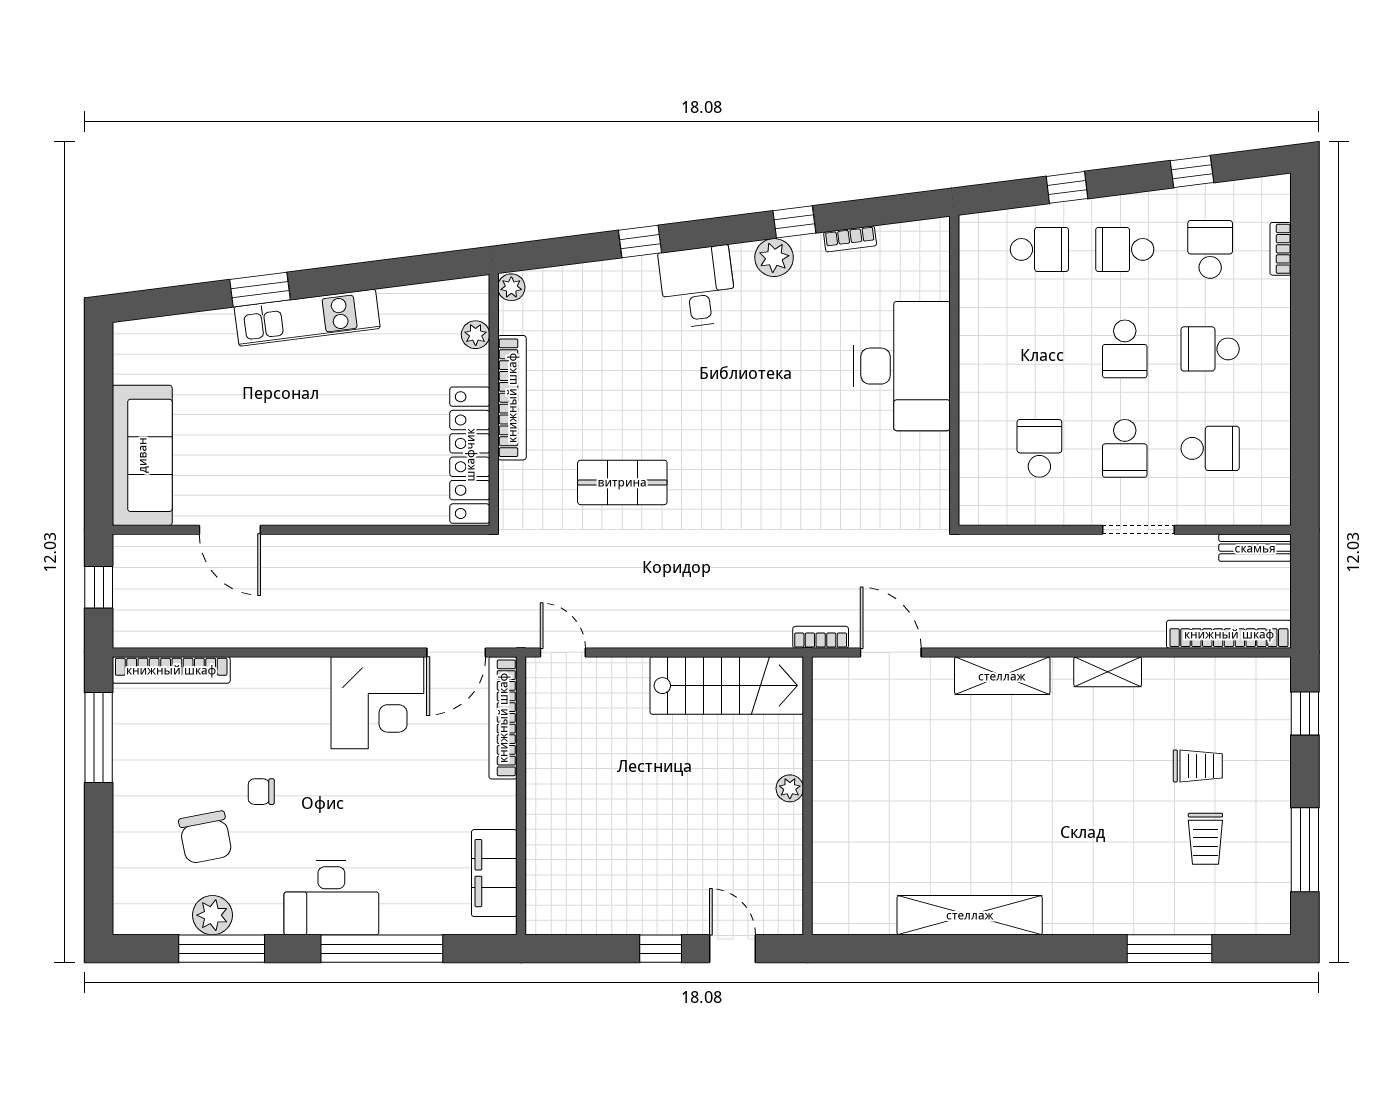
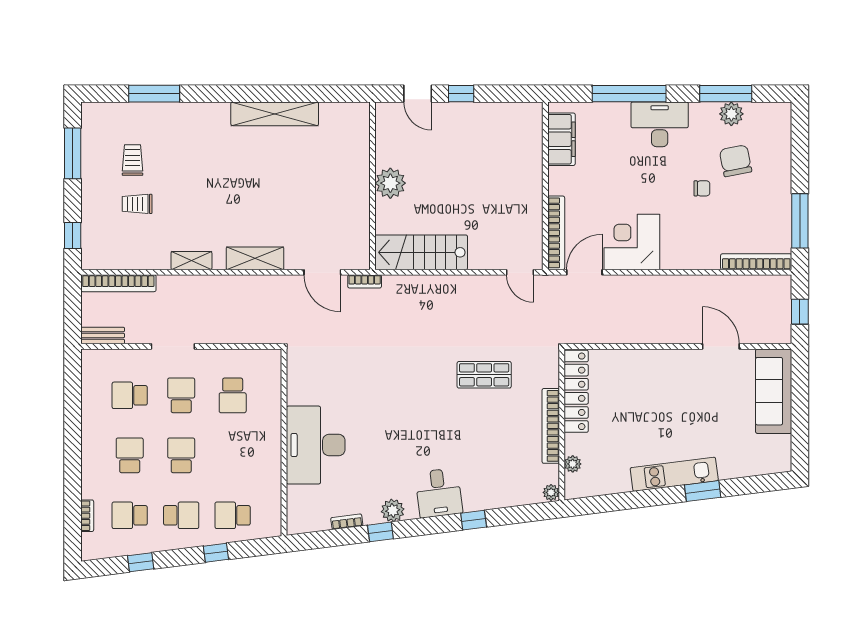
school desk: (1210, 249) -> (130, 515), turned 90
school desk: (1210, 349) -> (130, 455), turned -90
plant: (790, 788) -> (390, 183), width x1.87, depth x1.87

